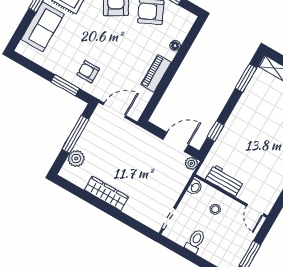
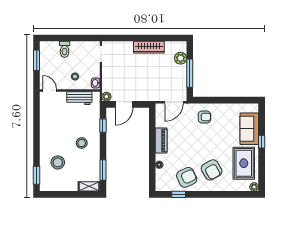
window: (65, 85) -> (214, 100), removed
stool: (253, 125) -> (82, 143), added
toilet: (195, 241) -> (65, 49), moved

